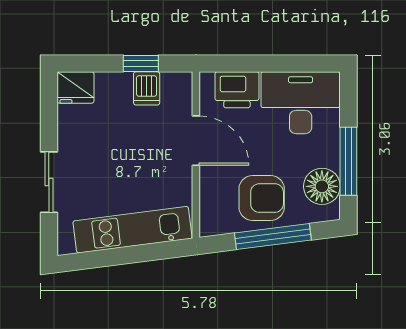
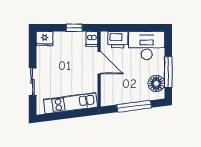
dishwasher: (147, 88) -> (92, 39), moved
armchair: (262, 198) -> (129, 89), removed

